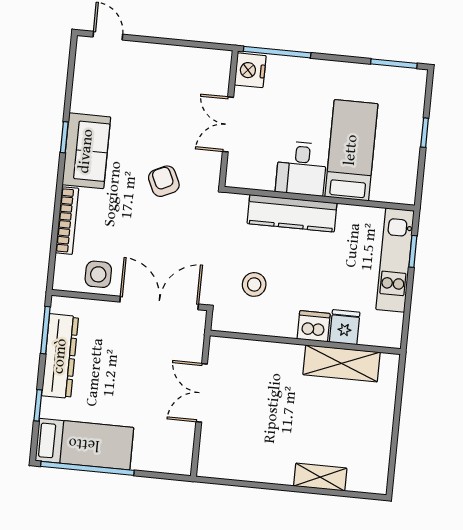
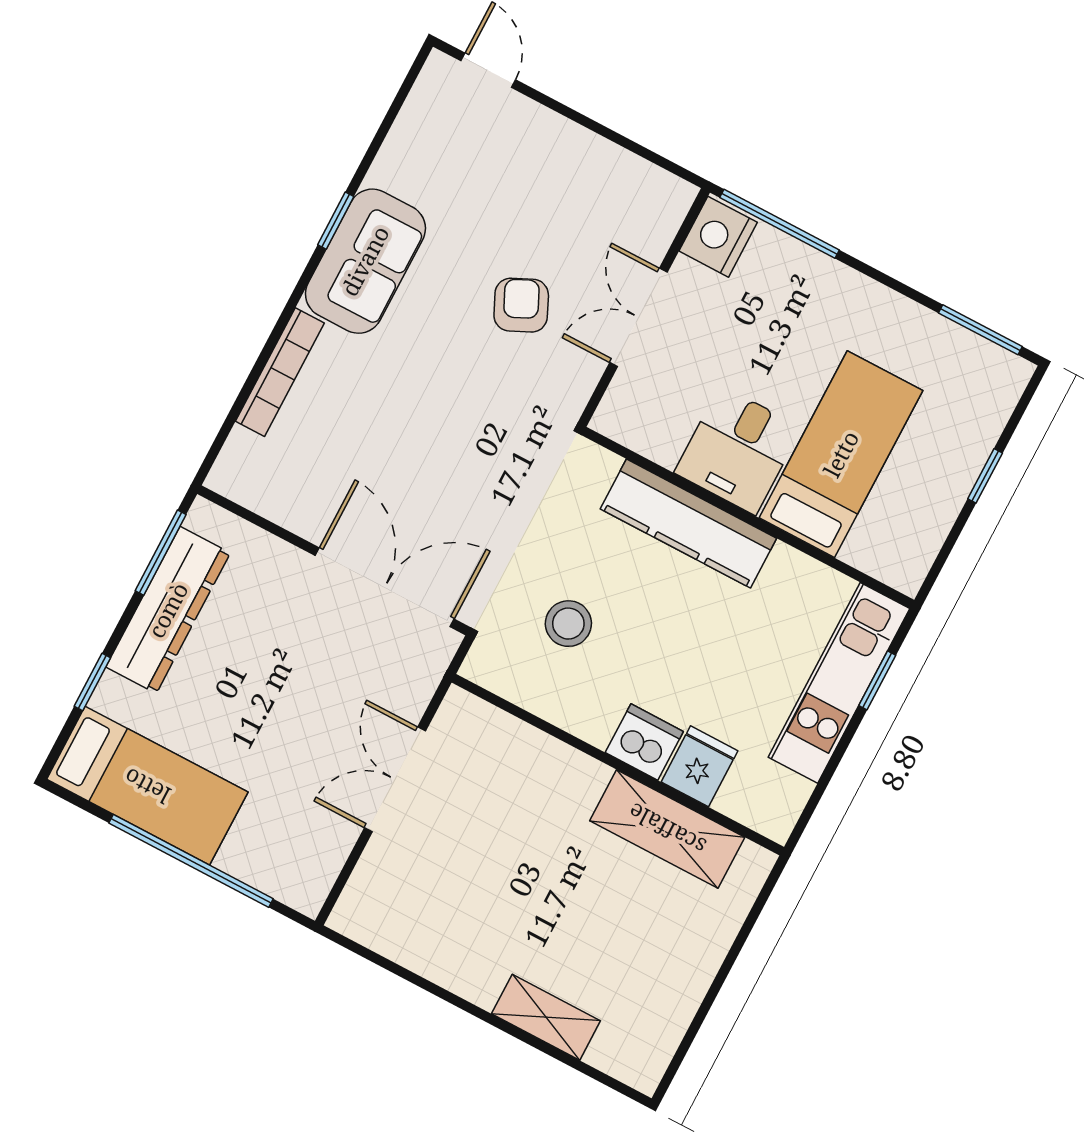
armchair: (164, 181) -> (521, 305), moved
side table: (98, 274) -> (296, 491), removed
window: (87, 468) -> (191, 861), moved

